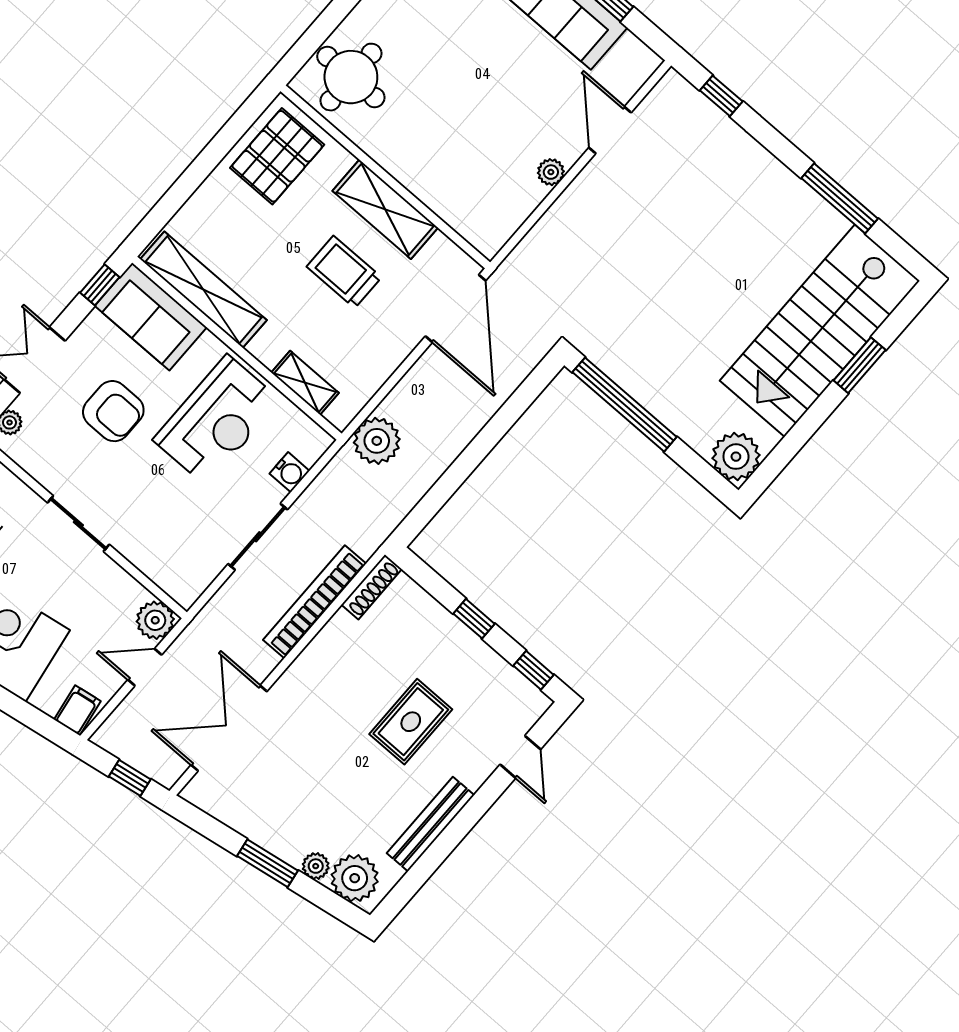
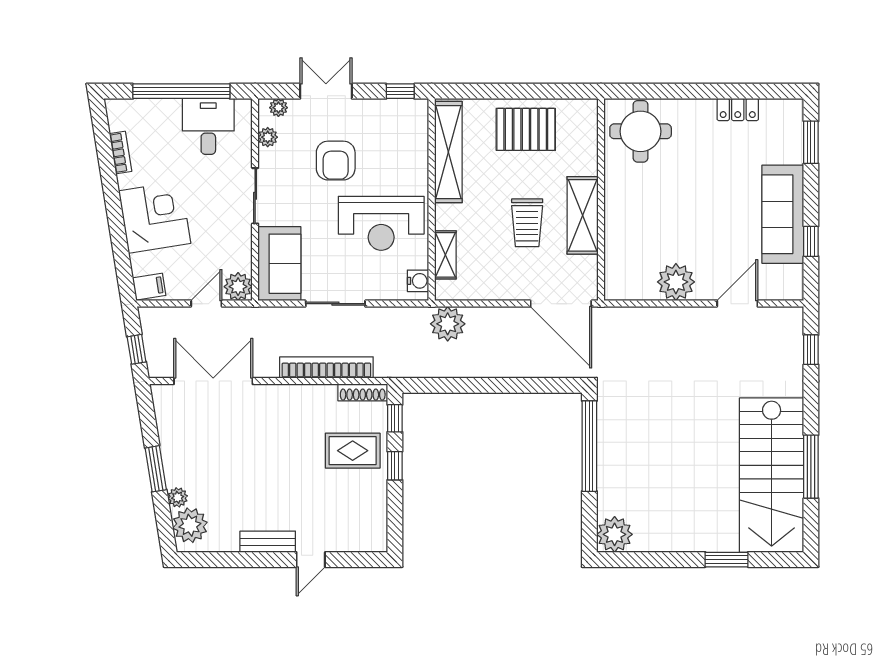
pallet: (277, 156) -> (526, 129), moved
plant: (551, 172) -> (676, 282), width x1.87, depth x1.87
trolley: (344, 272) -> (527, 223), turned 180
door: (456, 308) -> (561, 304), hinge flipped
sofa: (151, 317) -> (279, 264), moved, turned 180
stairs: (820, 331) -> (772, 475), moved, turned -90
plant: (30, 459) -> (268, 137), added
water cooler: (290, 472) -> (418, 281), moved, turned -90
door: (145, 667) -> (206, 304), hinge flipped
window: (534, 670) -> (395, 418), moved
rug: (411, 722) -> (353, 451), moved
door: (520, 757) -> (311, 560), moved
bench: (431, 824) -> (268, 542), width x0.73

